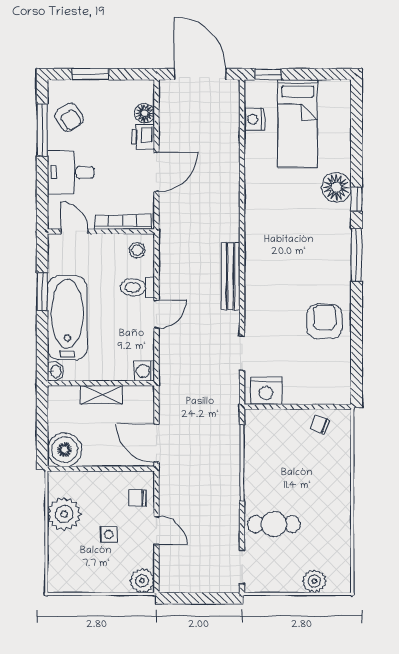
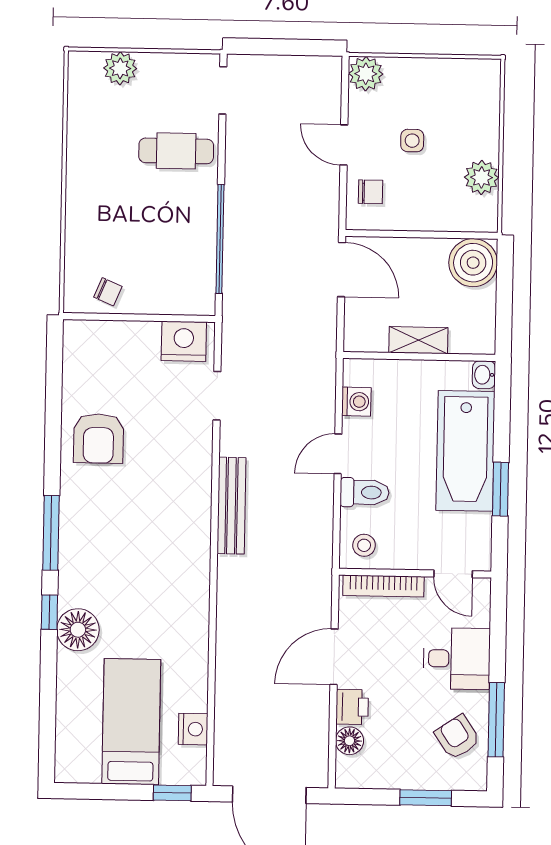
washing machine: (144, 371) -> (356, 402), moved
plant: (64, 514) -> (482, 177), width x0.73, depth x0.73

